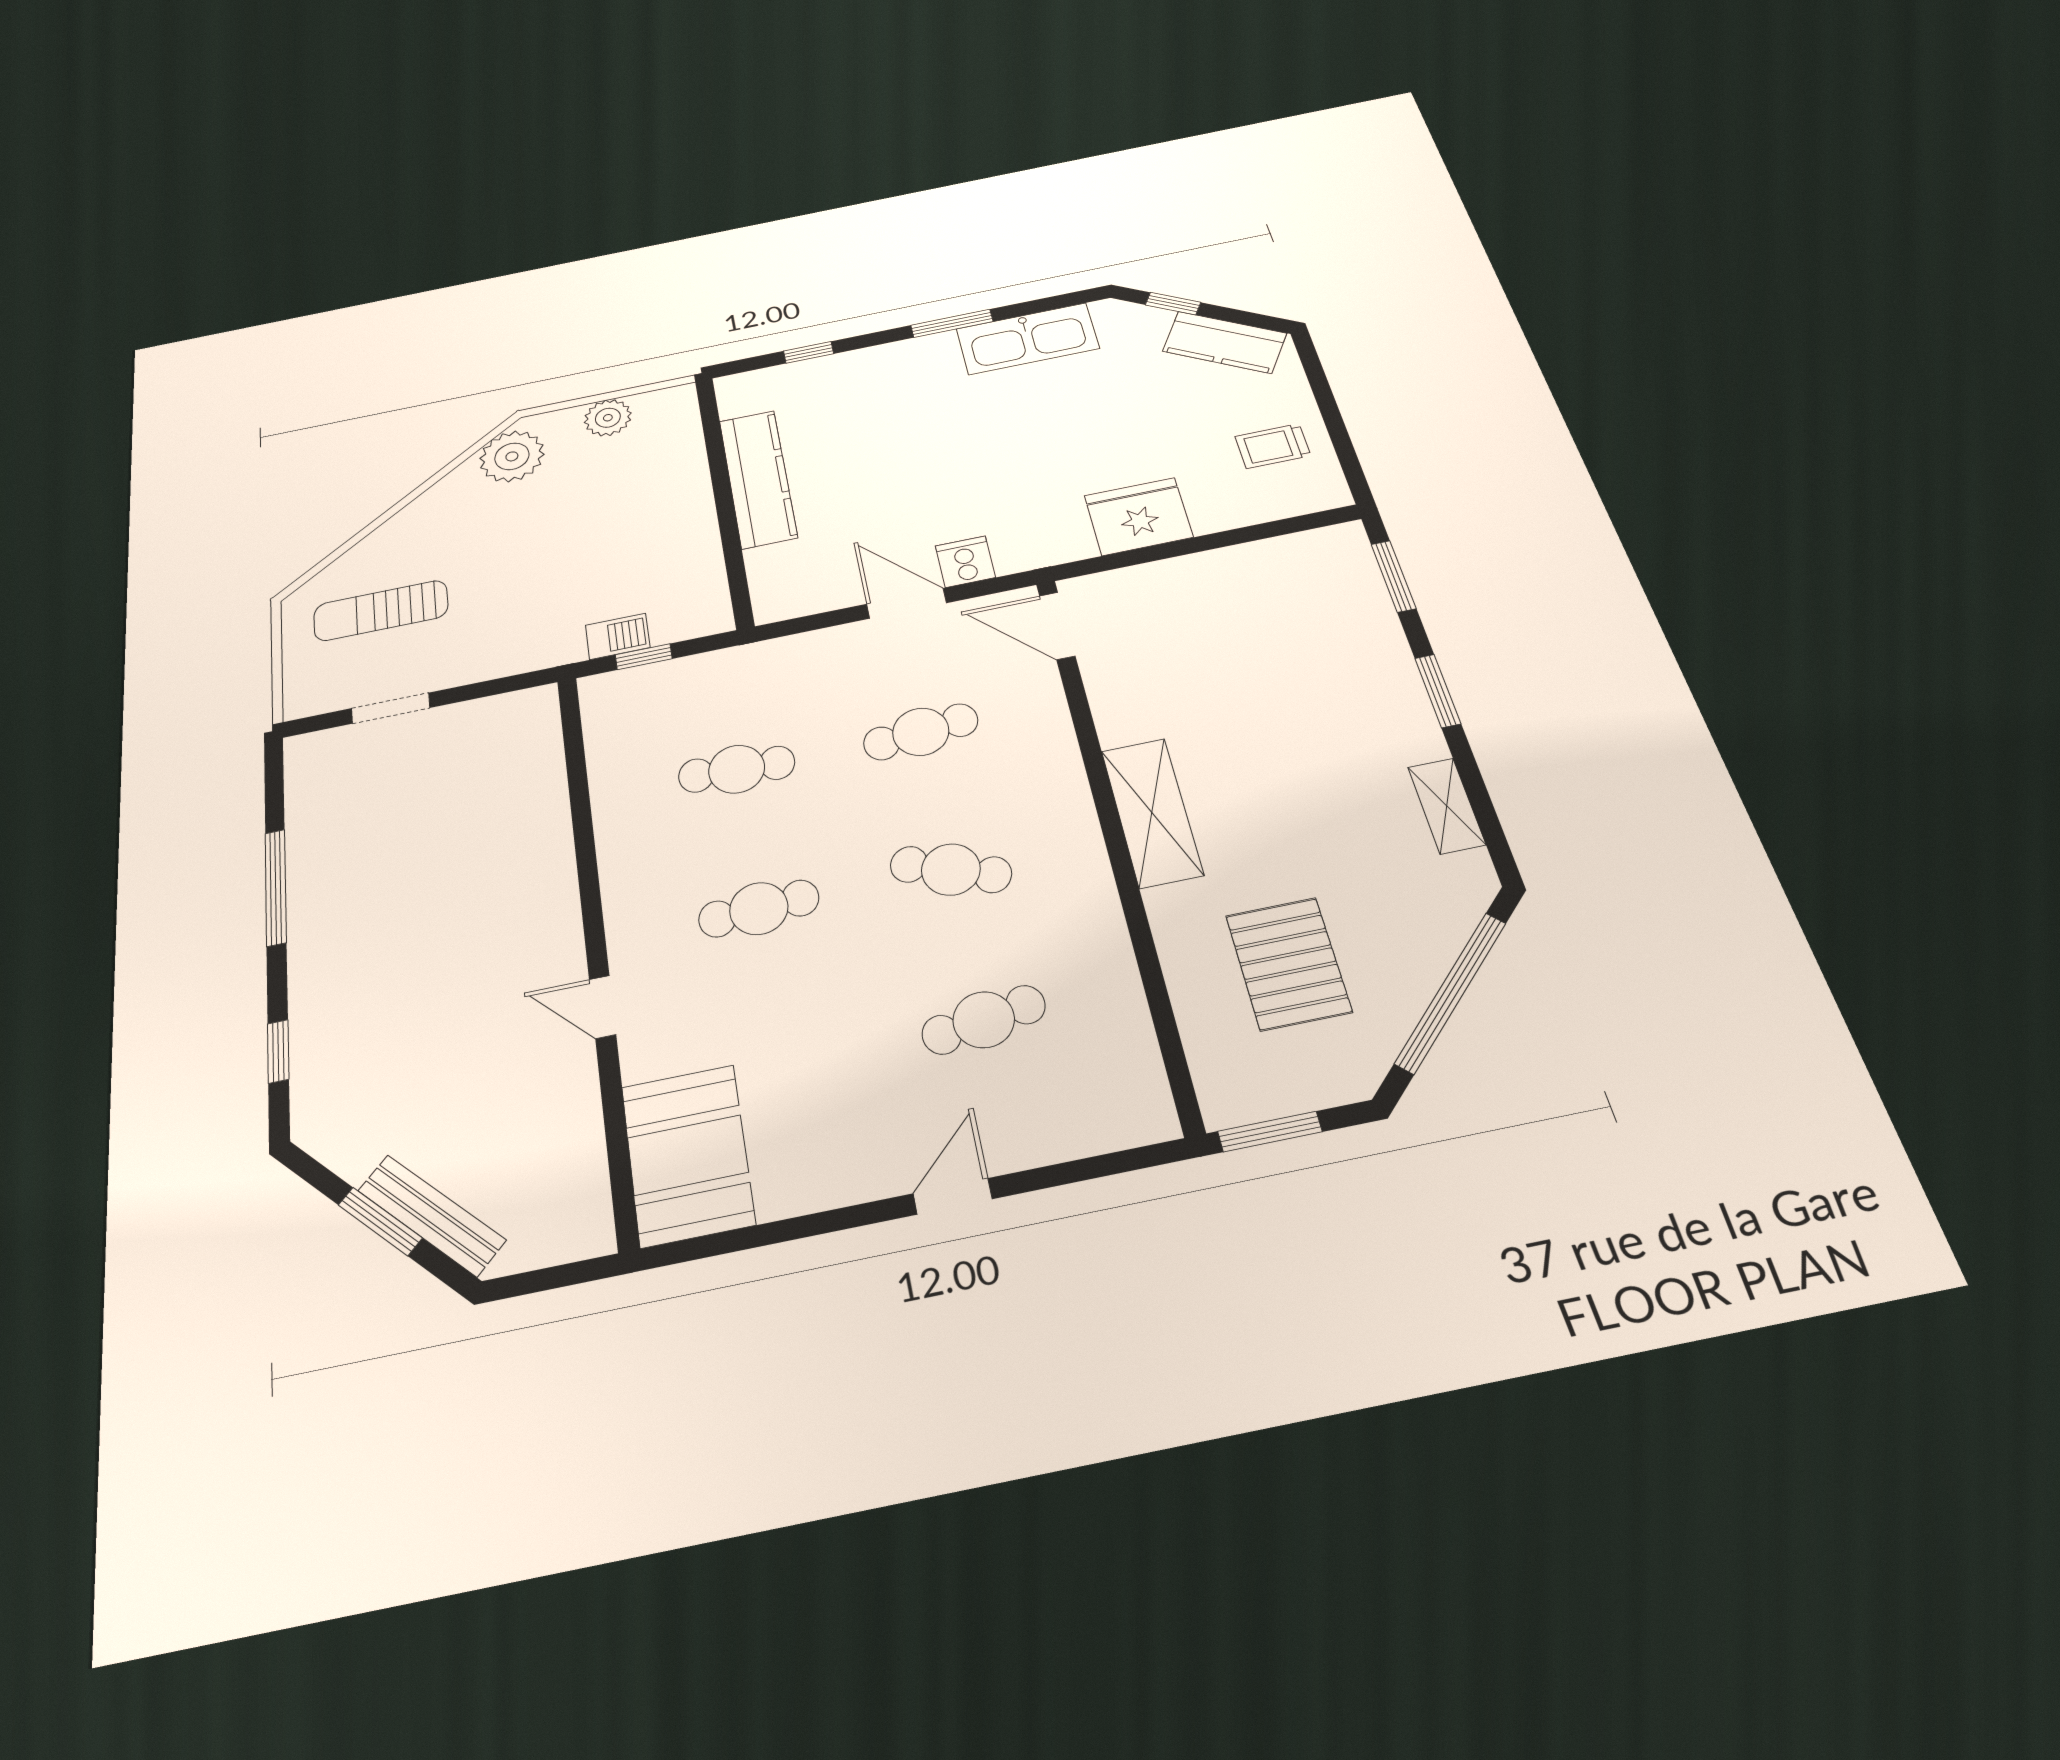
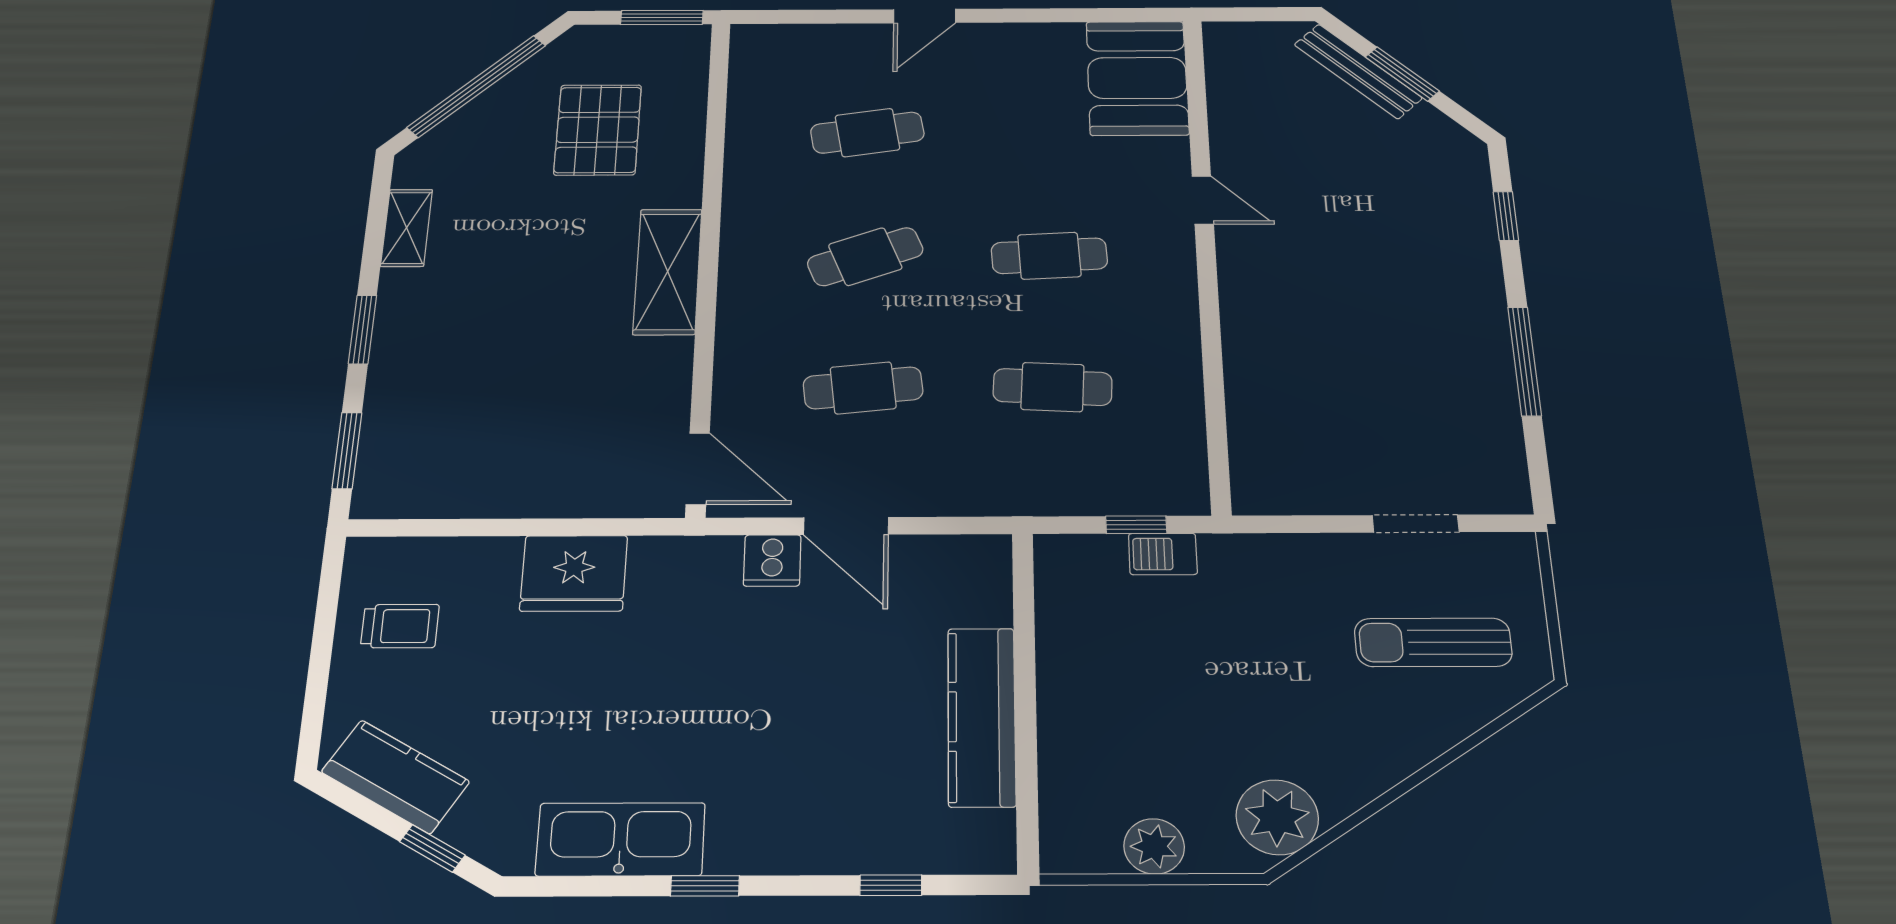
window: (952, 323) -> (705, 886), width x0.67
sun lounger: (381, 611) -> (1433, 642), turned 180
cafe table: (951, 870) -> (865, 257), turned -42

